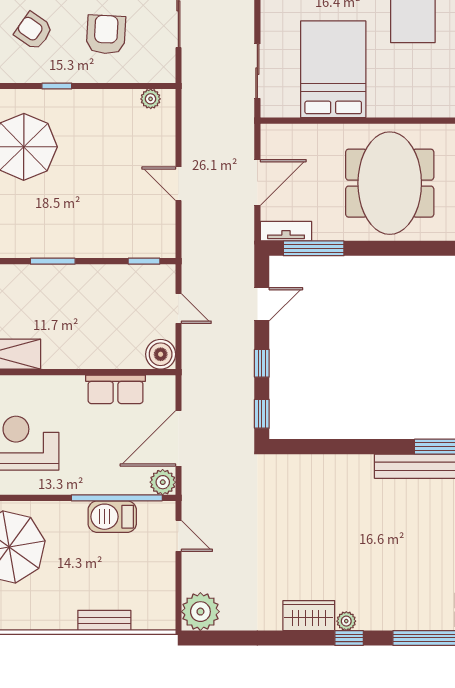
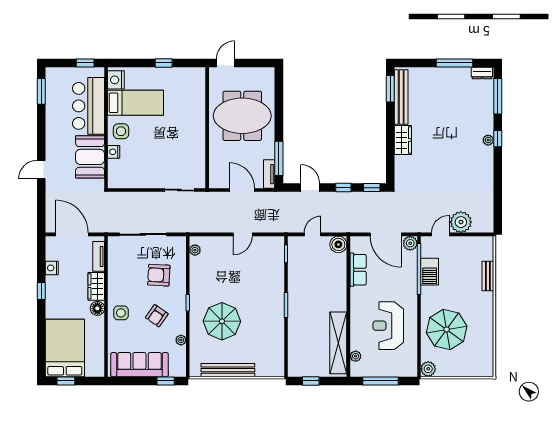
bed: (333, 69) -> (178, 148), removed
plant: (200, 612) -> (461, 222), moved
wardrobe: (309, 616) -> (403, 140), moved, turned 180

